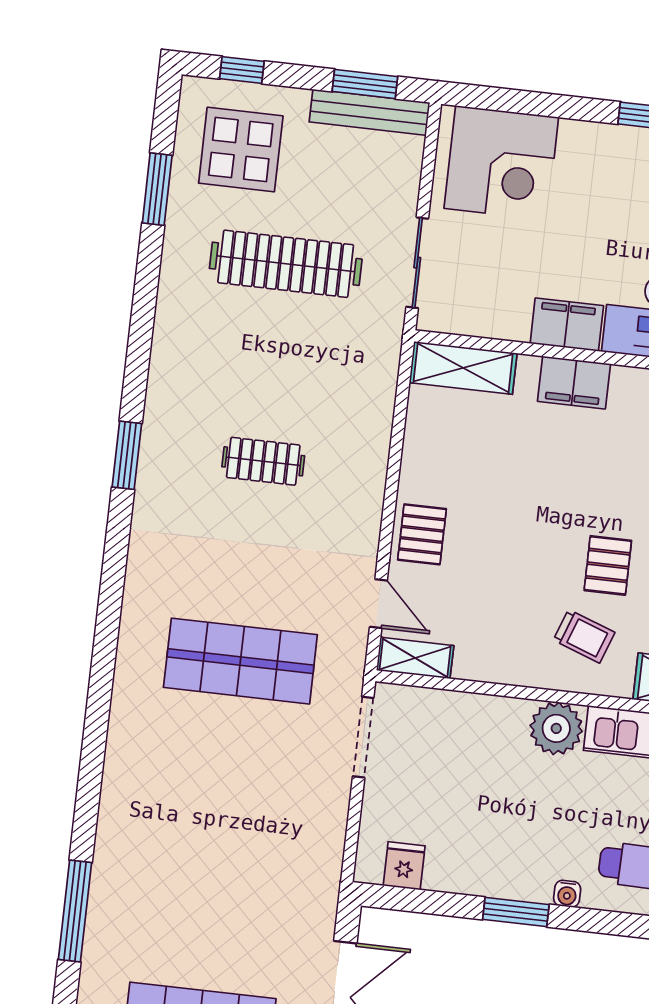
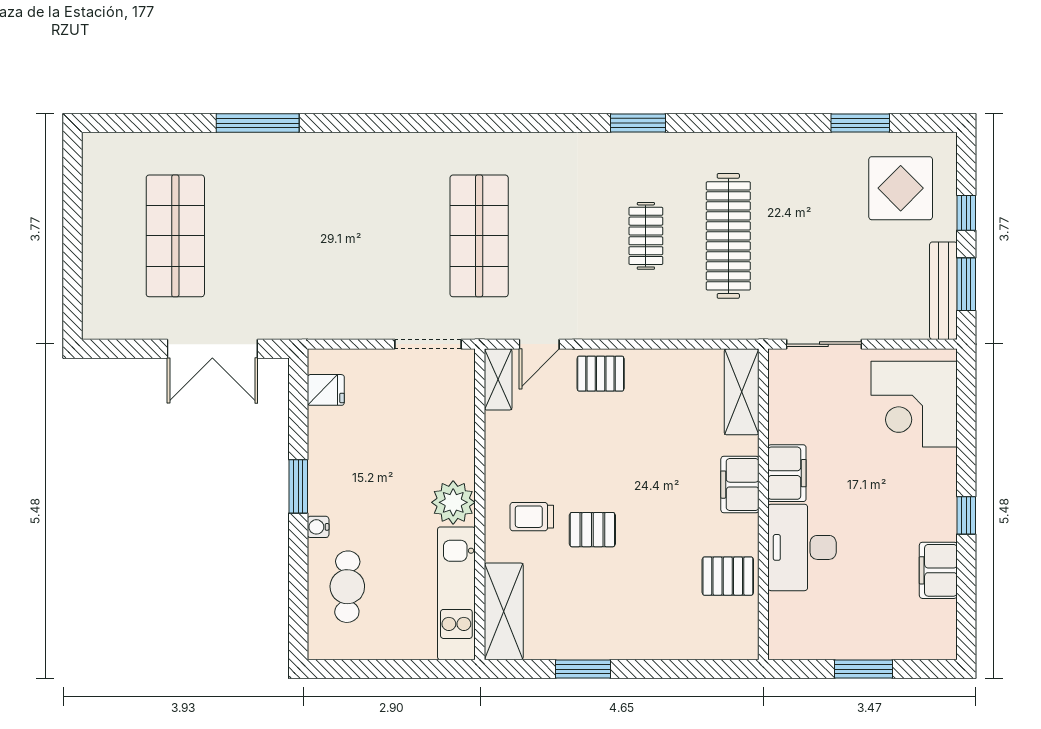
window: (242, 70) -> (966, 213), moved
clothes rail: (286, 264) -> (728, 236), moved
trolley: (584, 636) -> (532, 517), turned 70

